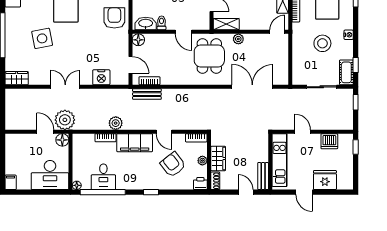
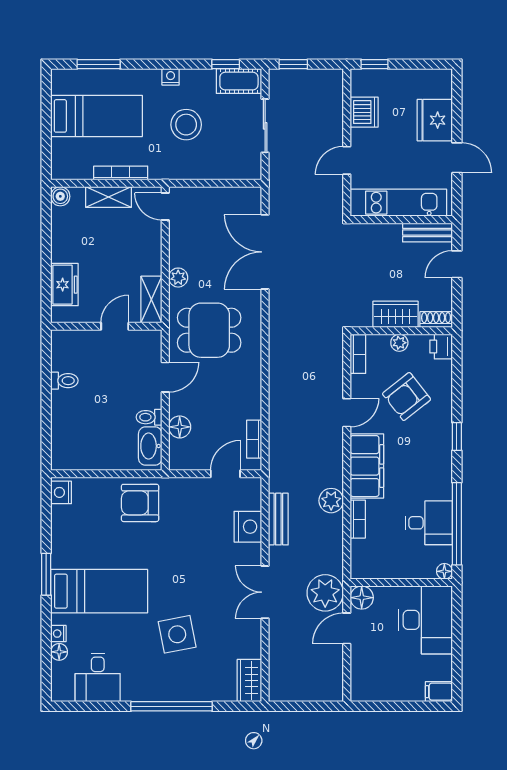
floor lamp: (138, 40) -> (180, 427), moved
bench: (147, 94) -> (278, 519), moved
door: (304, 192) -> (457, 158), hinge flipped

